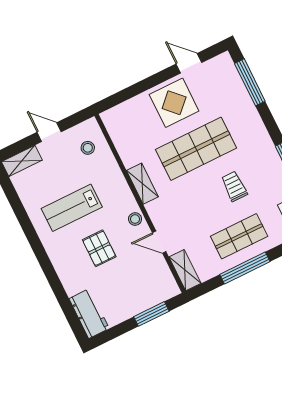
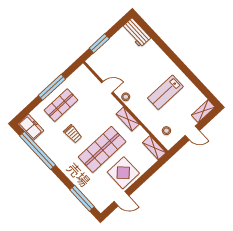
lab bench: (72, 208) -> (165, 92), turned 180
pallet: (99, 248) -> (142, 73), removed
shelving: (185, 270) -> (154, 148), moved

